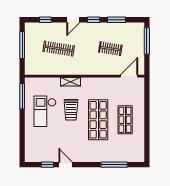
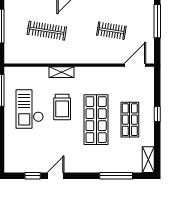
window: (147, 115) -> (157, 114), added
shelving: (140, 152) -> (148, 160), added
door: (66, 165) -> (56, 176), hinge flipped

